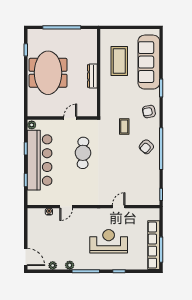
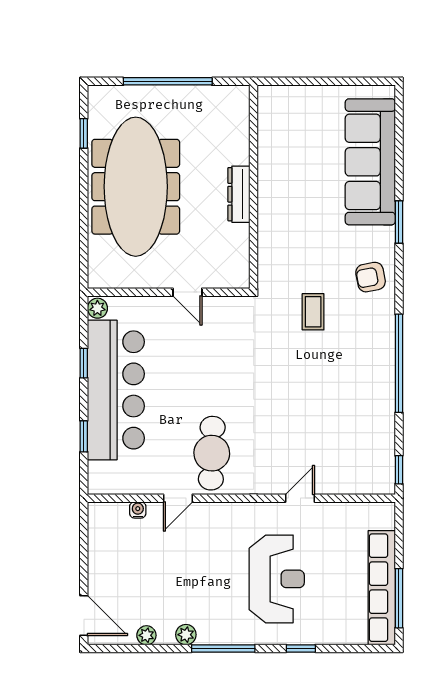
coffee table: (119, 61) -> (301, 159), removed
meeting table: (48, 73) -> (136, 187), width x1.36
door: (70, 118) -> (187, 292), swing flipped
armchair: (146, 147) -> (364, 359), removed
cafe table: (83, 153) -> (212, 453), moved
reception desk: (109, 241) -> (277, 579), turned 90

